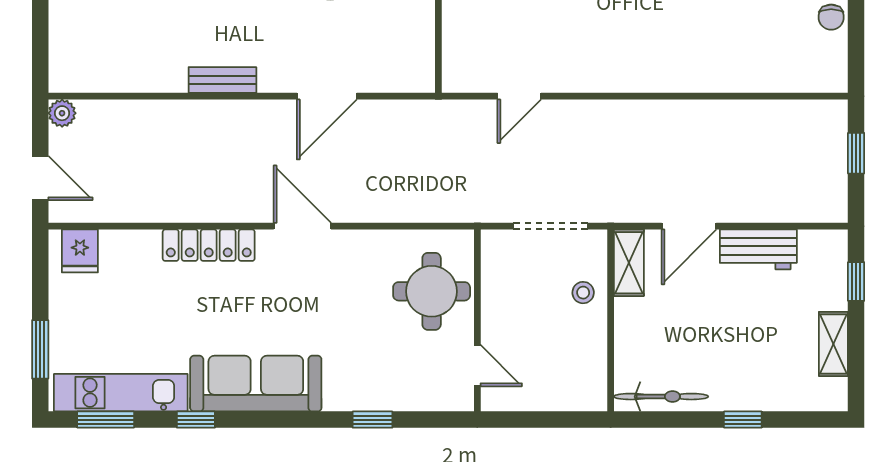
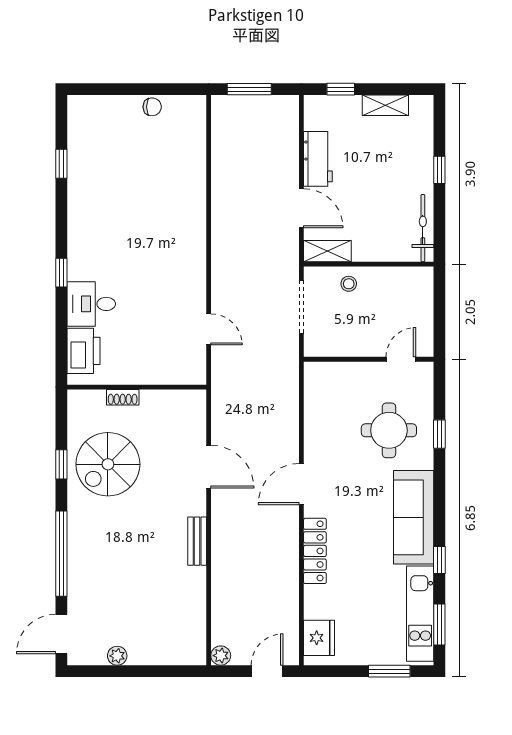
window: (856, 153) -> (249, 89), width x1.50
fridge: (80, 251) -> (319, 638), width x1.38
round table: (432, 291) -> (389, 430), moved

